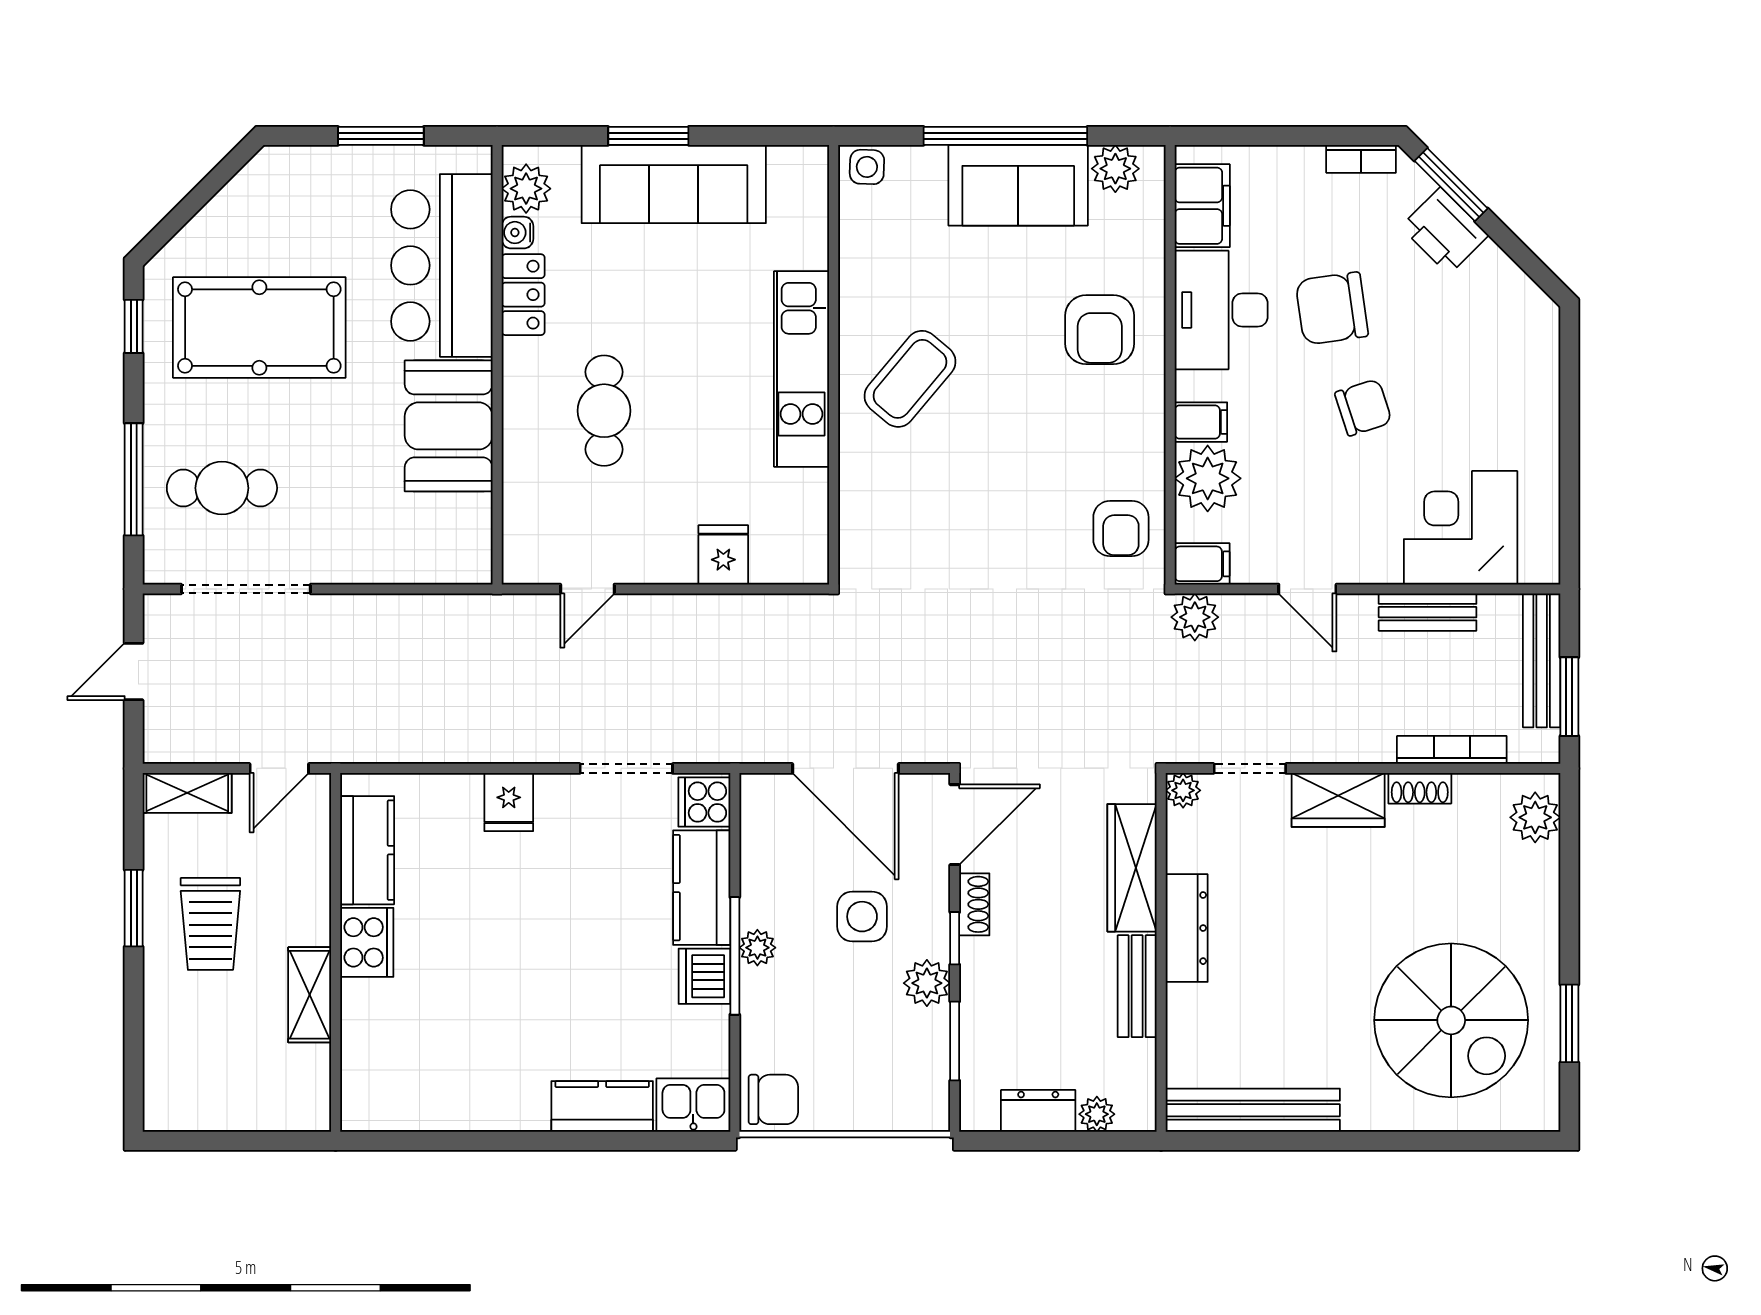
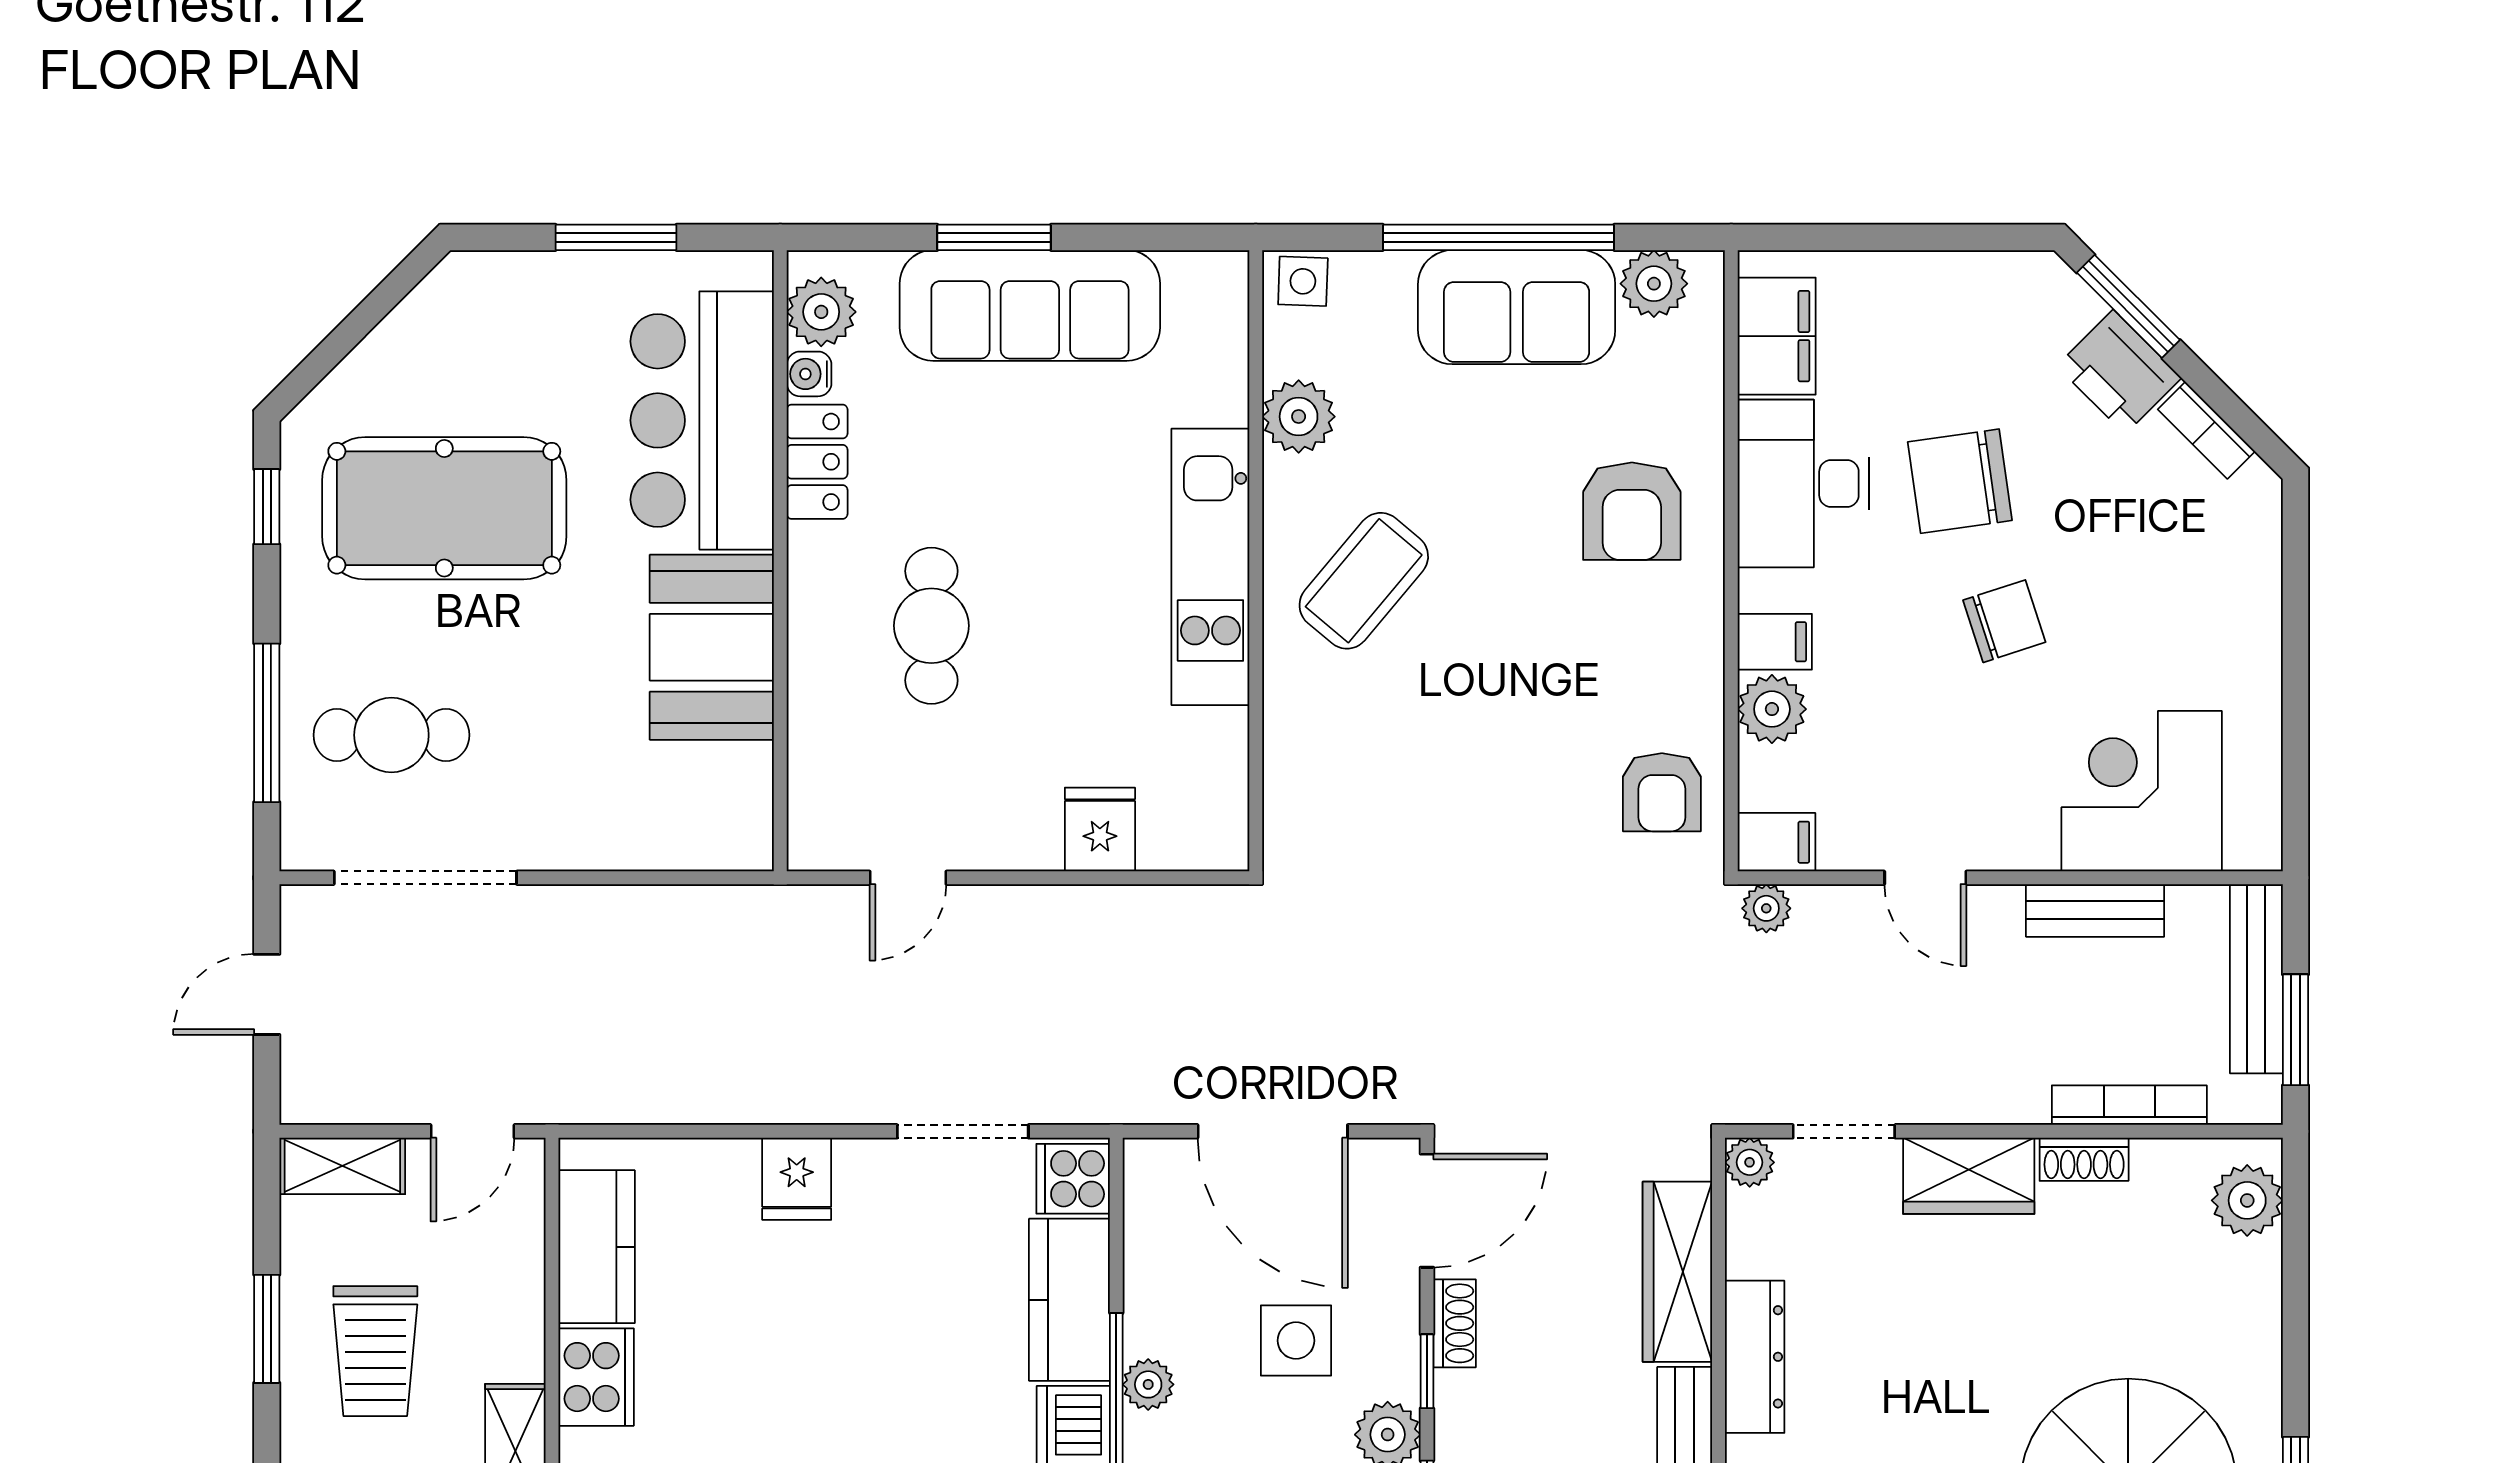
bookcase: (1361, 159) -> (2206, 430), moved, turned 45
plant: (864, 263) -> (1299, 417), added
plant: (1208, 478) -> (1772, 709), width x0.73, depth x0.73
plant: (1195, 617) -> (1766, 908), width x0.73, depth x0.73

